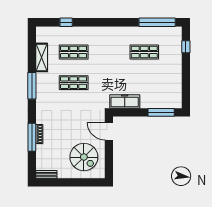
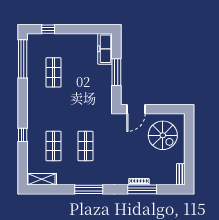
window: (66, 22) -> (23, 135), moved
shelving: (42, 57) -> (42, 179), moved
freezer: (125, 101) -> (105, 49), moved
window: (161, 112) -> (116, 72), moved
spiral stairs: (84, 157) -> (163, 135), turned 90

